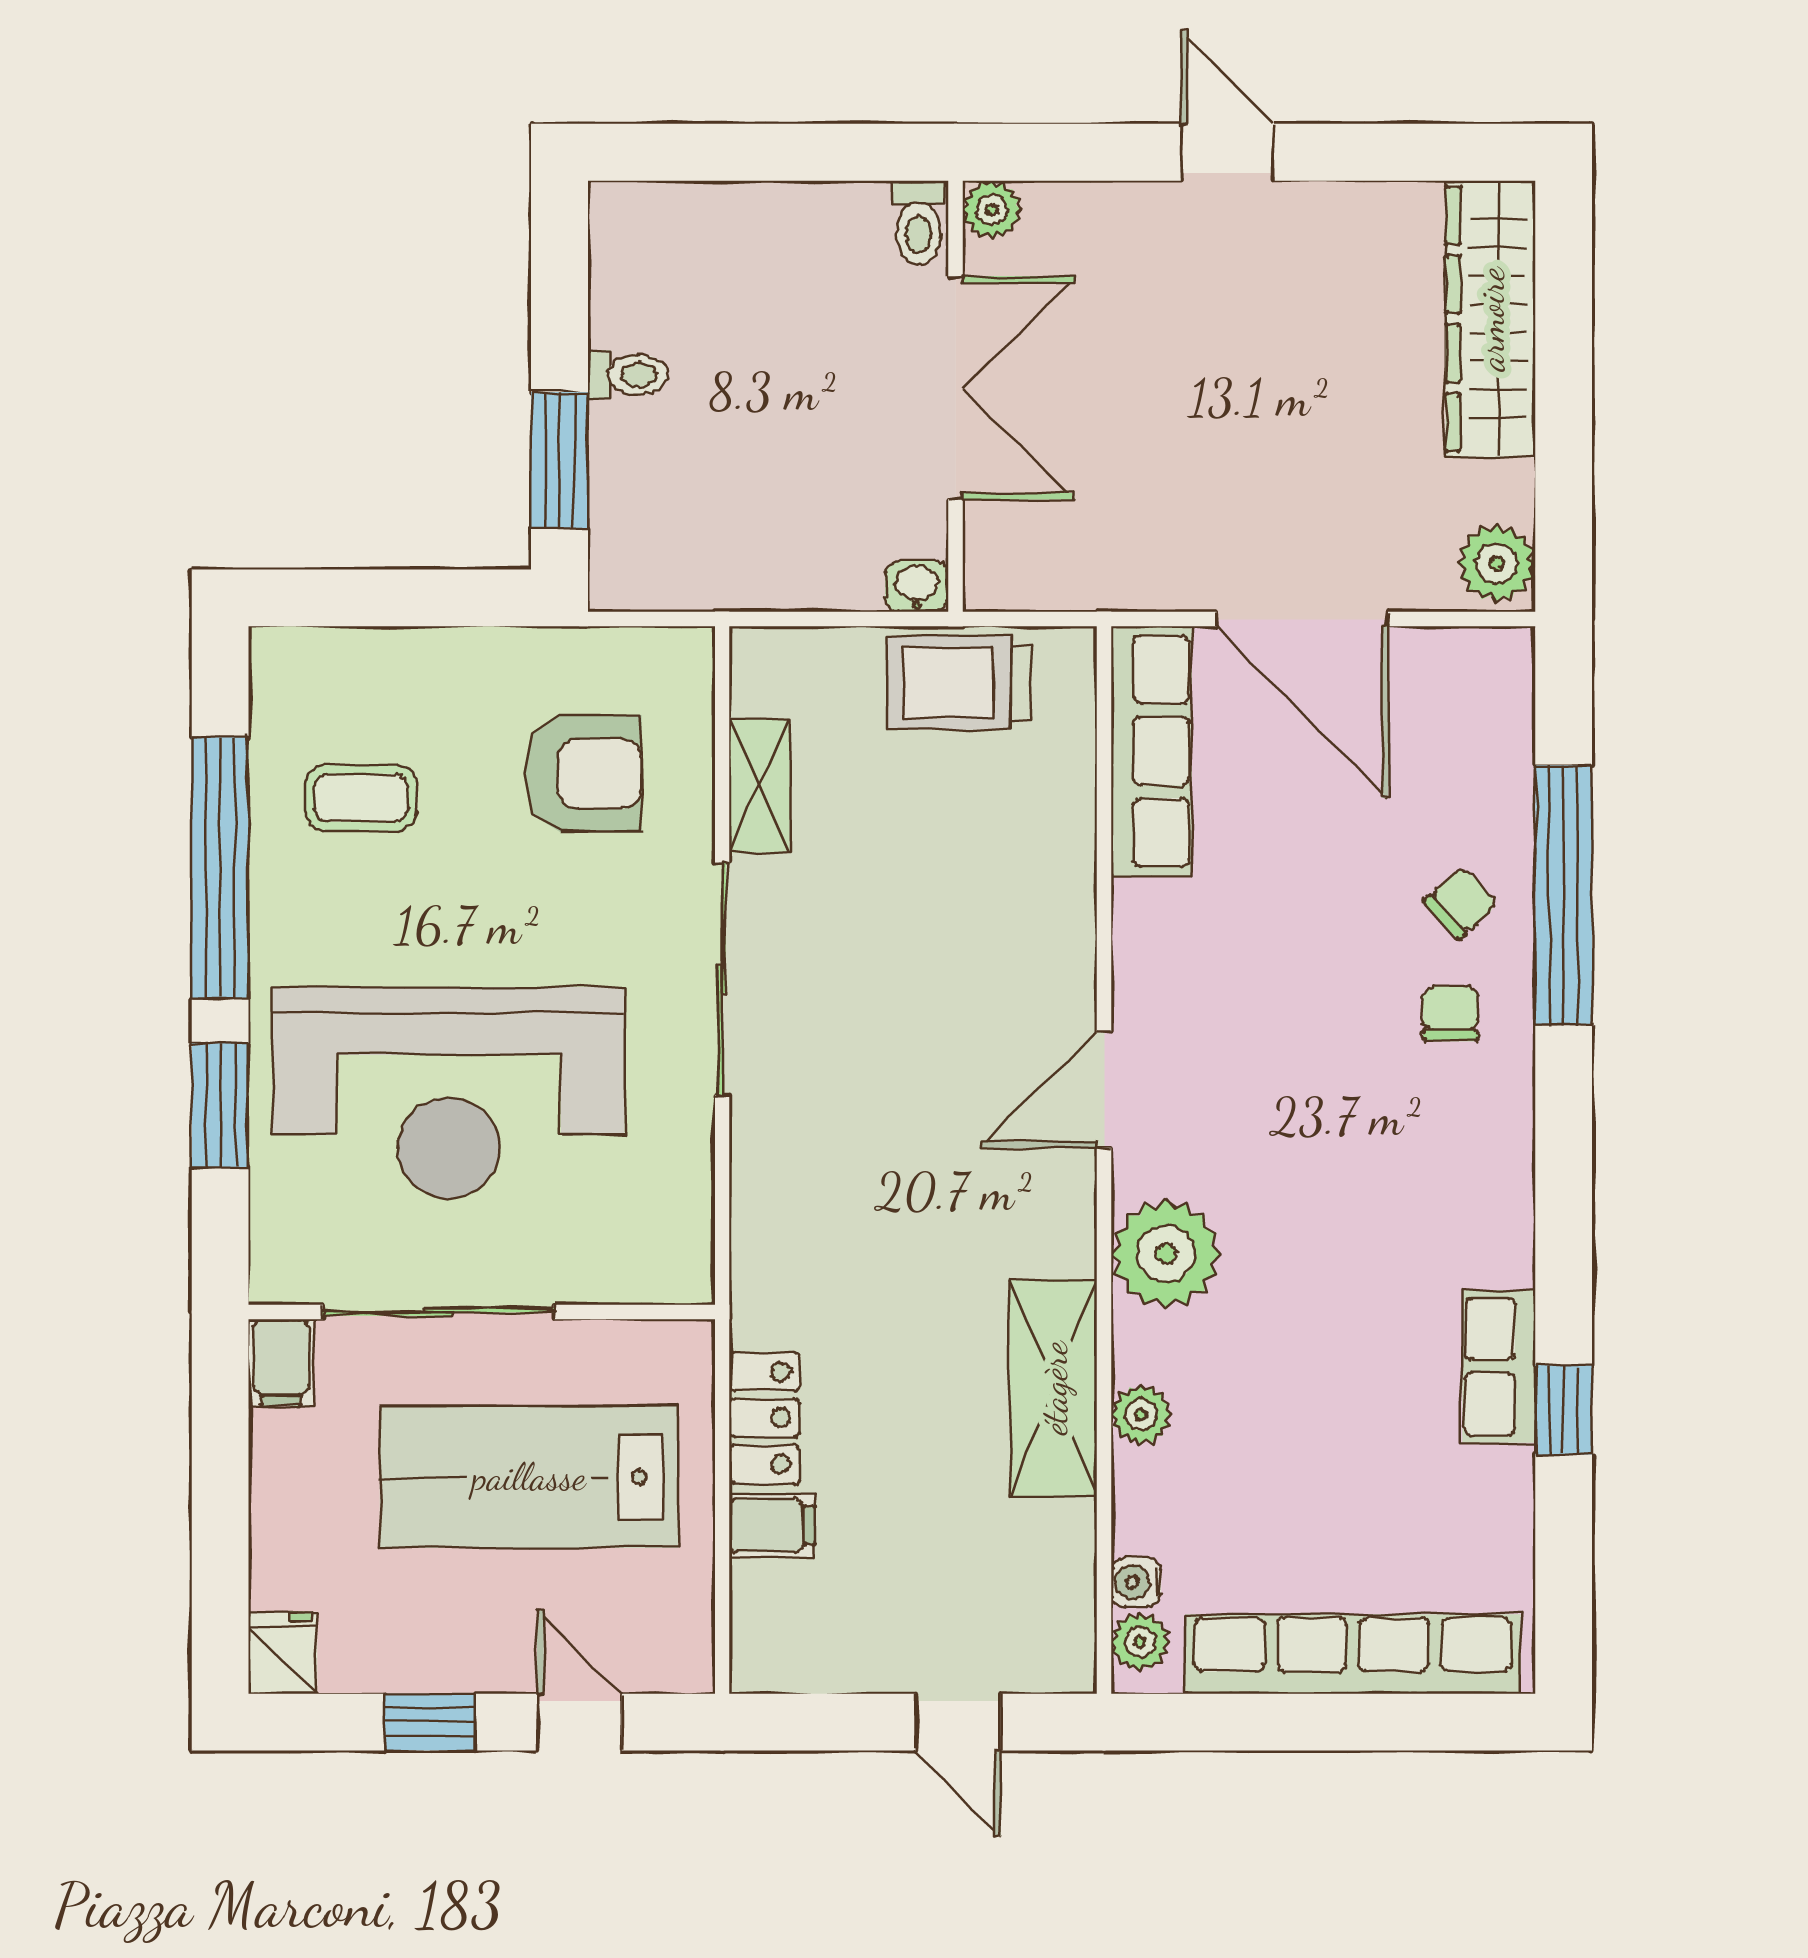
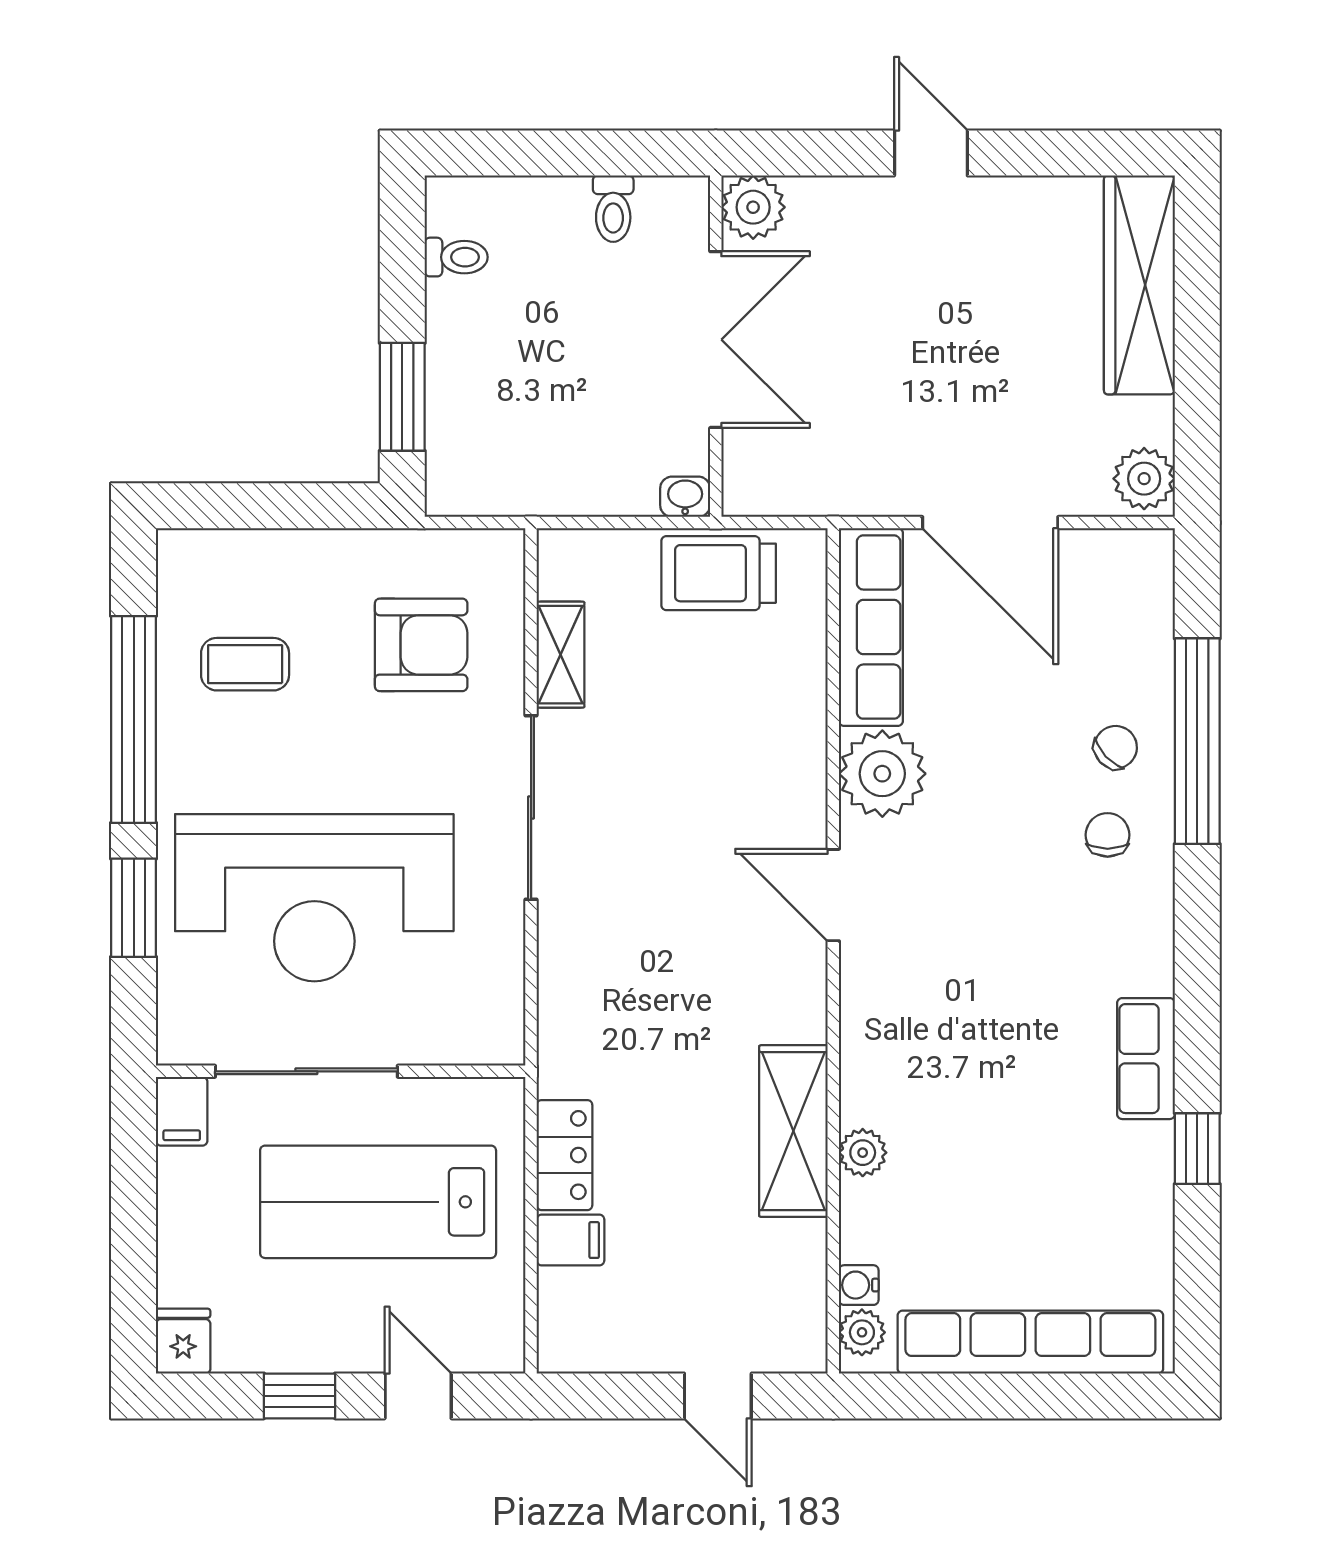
plant: (992, 210) -> (753, 207), width x1.38, depth x1.38
toilet: (918, 222) -> (613, 209), moved
toilet: (628, 375) -> (456, 257), moved
door: (1104, 1089) -> (833, 895), hinge flipped
plant: (1166, 1254) -> (882, 774), moved
row of seats: (1499, 1366) -> (1146, 1059), moved

